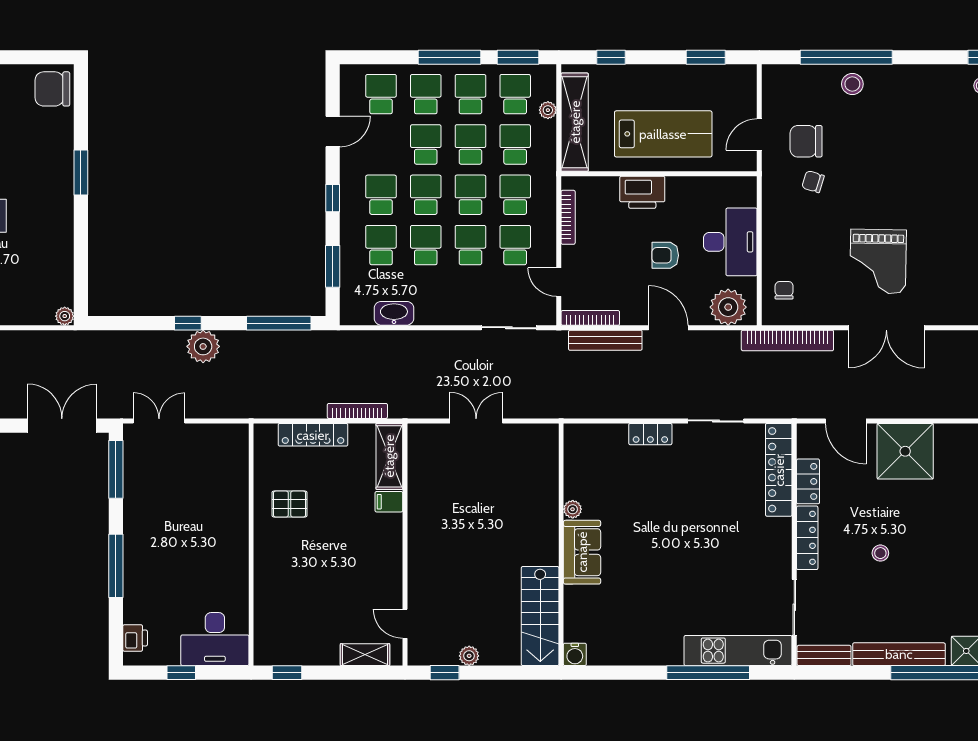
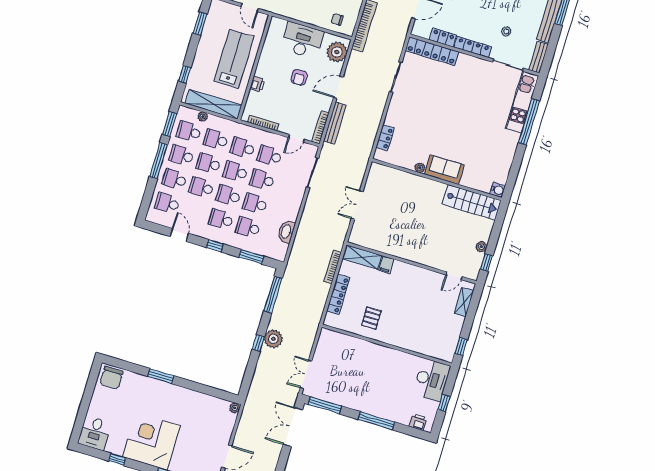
printer: (642, 192) -> (257, 84), width x0.53, depth x0.68
locker: (650, 434) -> (385, 138), moved
stool: (880, 553) -> (506, 31), moved

